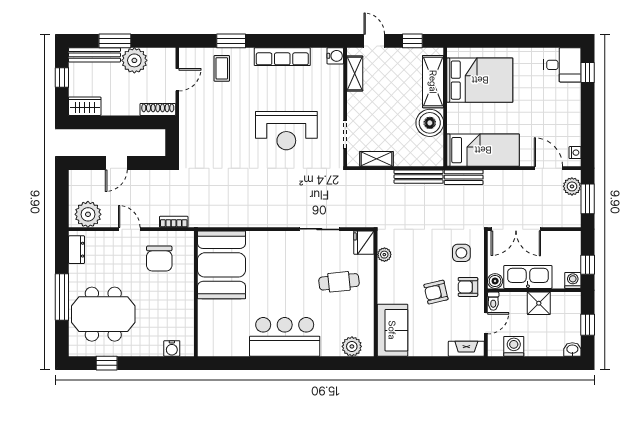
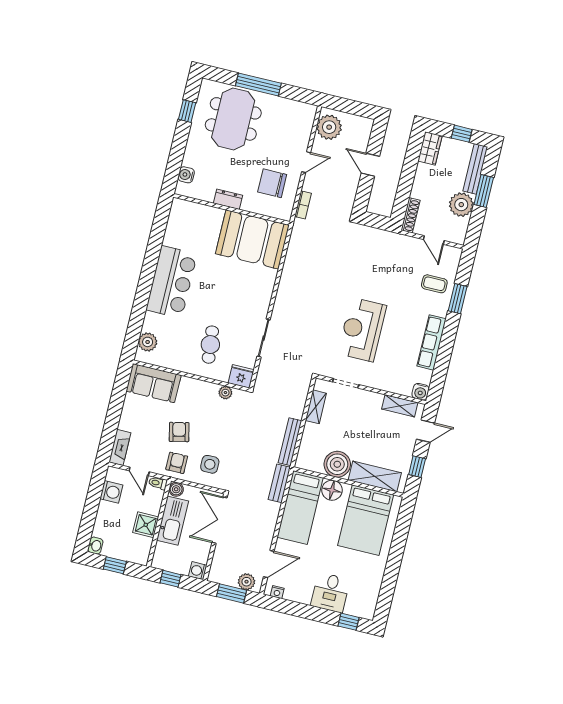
desk: (562, 65) -> (330, 593), moved
floor lamp: (458, 122) -> (332, 490), added
dresser: (77, 250) -> (228, 199), moved, turned 180
washing machine: (573, 280) -> (198, 571), moved, turned 180

